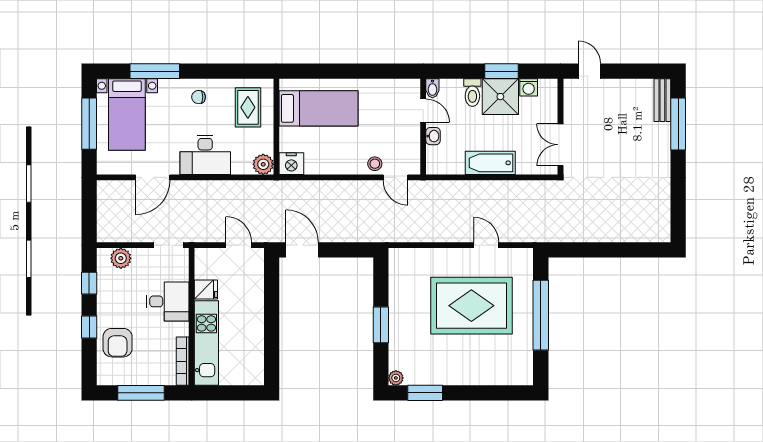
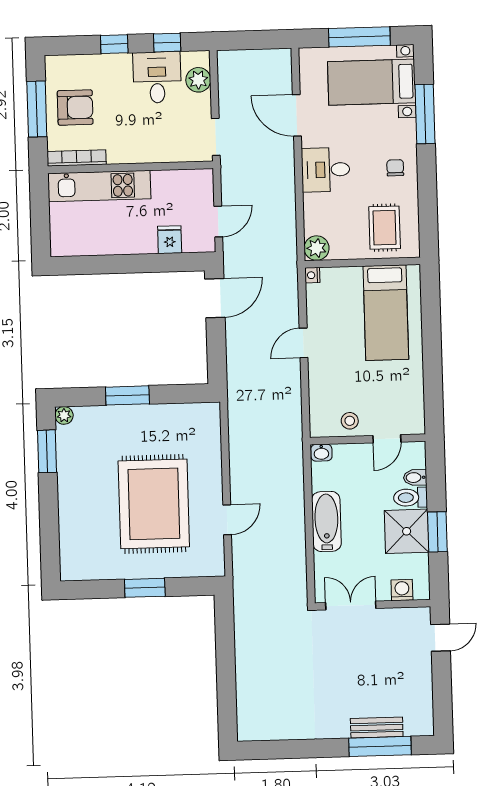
washing machine: (529, 87) -> (402, 590), moved, turned 90
bidet: (432, 88) -> (415, 478), moved
bench: (662, 100) -> (377, 728), moved
rug: (248, 107) -> (385, 228), turned 90
washbasin: (433, 136) -> (321, 453), moved
desk: (205, 155) -> (326, 170), width x0.73
nightstand: (291, 164) -> (312, 275), width x0.53, depth x0.56
stool: (375, 164) -> (350, 421), moved
door: (395, 177) -> (304, 343), moved
fridge: (206, 289) -> (170, 240), moved, turned 180
desk: (168, 301) -> (157, 77), moved, turned 180
window: (541, 315) -> (145, 588), width x0.47
armchair: (118, 343) -> (75, 107), moved, turned 180

